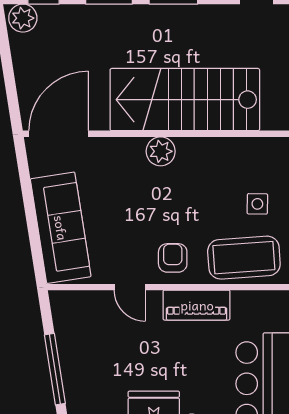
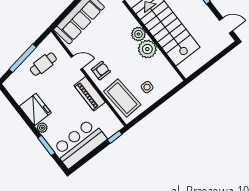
plant: (196, 156) -> (147, 49), added
door: (130, 287) -> (77, 63), swing flipped
cafe table: (90, 343) -> (43, 64), added

